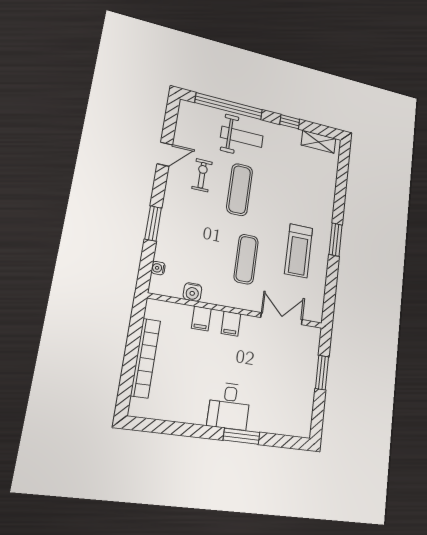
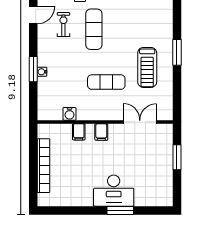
exercise mat: (246, 259) -> (106, 82), turned 90
water cooler: (158, 268) -> (42, 72), moved
desk: (229, 406) -> (114, 191), width x1.37

